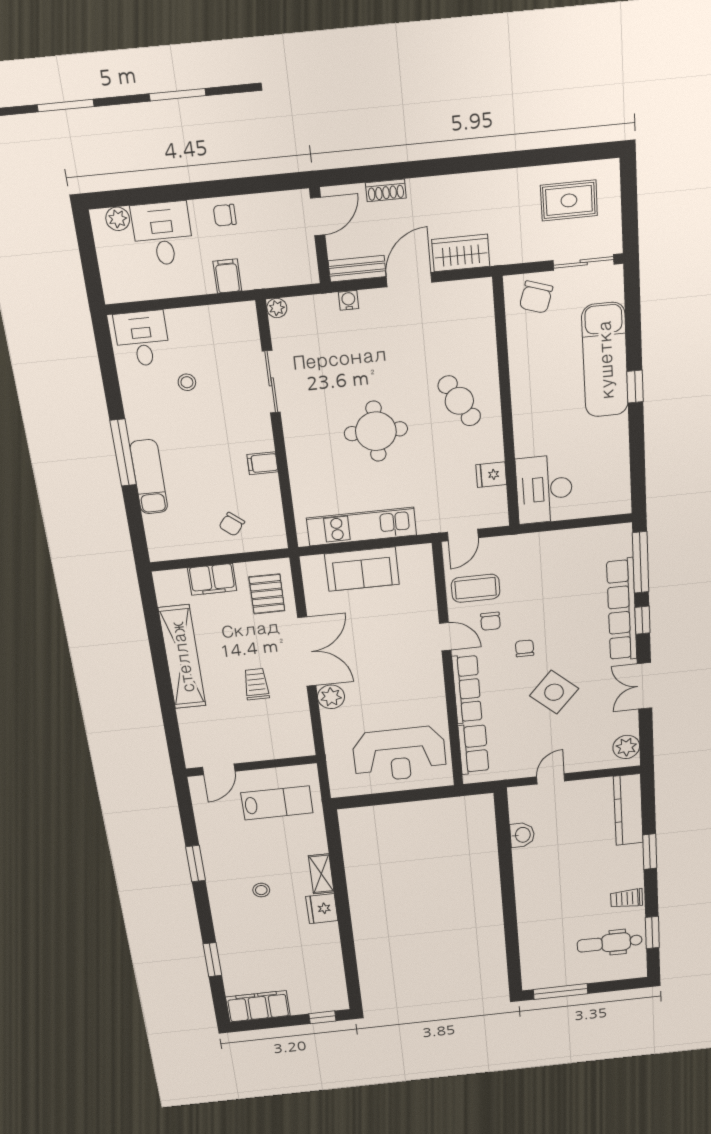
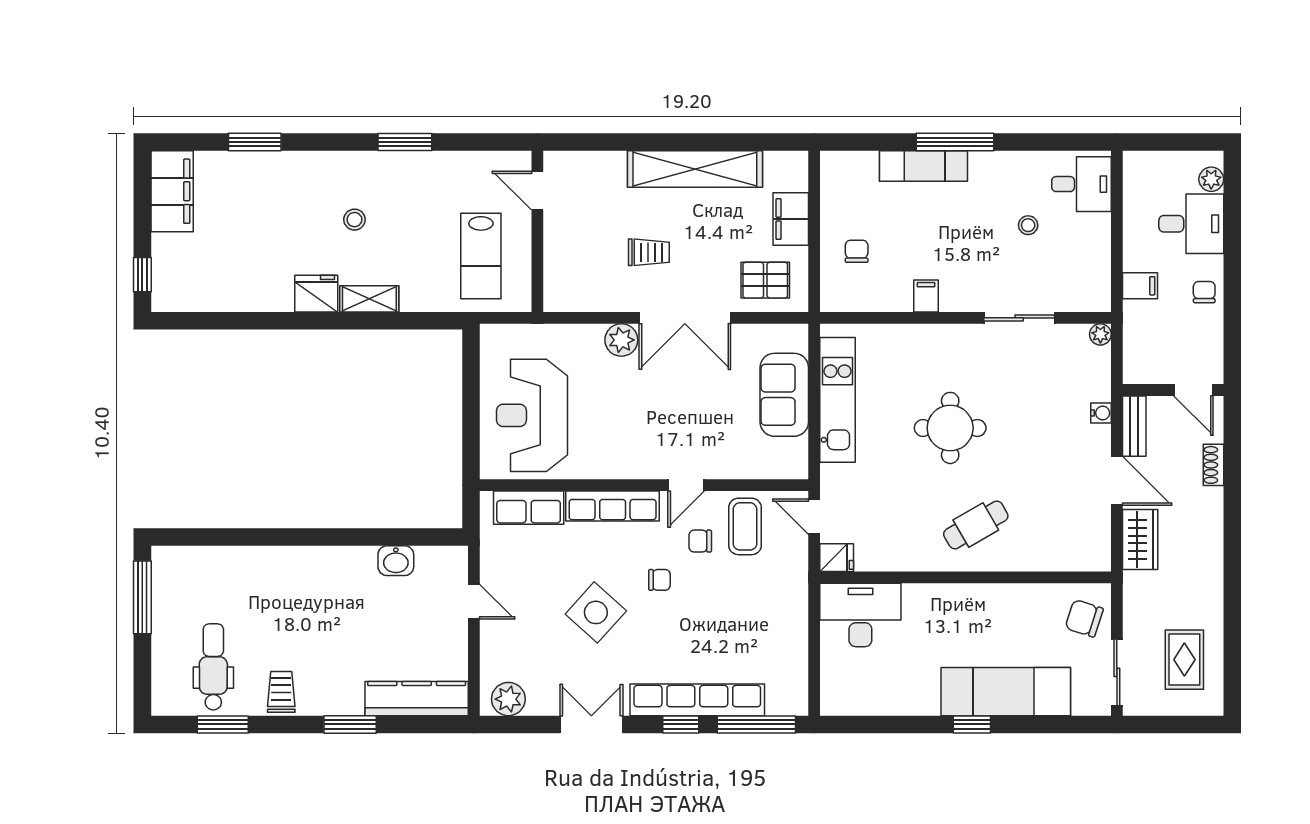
fridge: (491, 475) -> (837, 558), moved, turned 90
chair: (232, 524) -> (857, 251), turned 51

